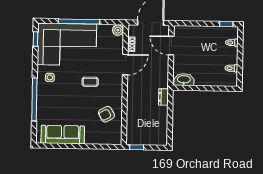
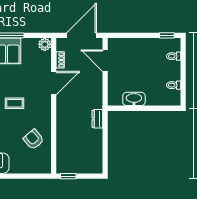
washbasin: (184, 80) -> (134, 99), moved
armchair: (106, 114) -> (34, 139), turned 79

